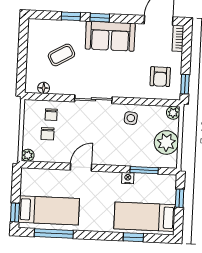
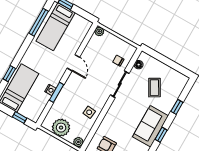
window: (100, 18) -> (161, 135), moved
sliding door: (93, 99) -> (120, 84), moved
chair: (48, 134) -> (107, 52), removed
window: (144, 170) -> (57, 92), moved

